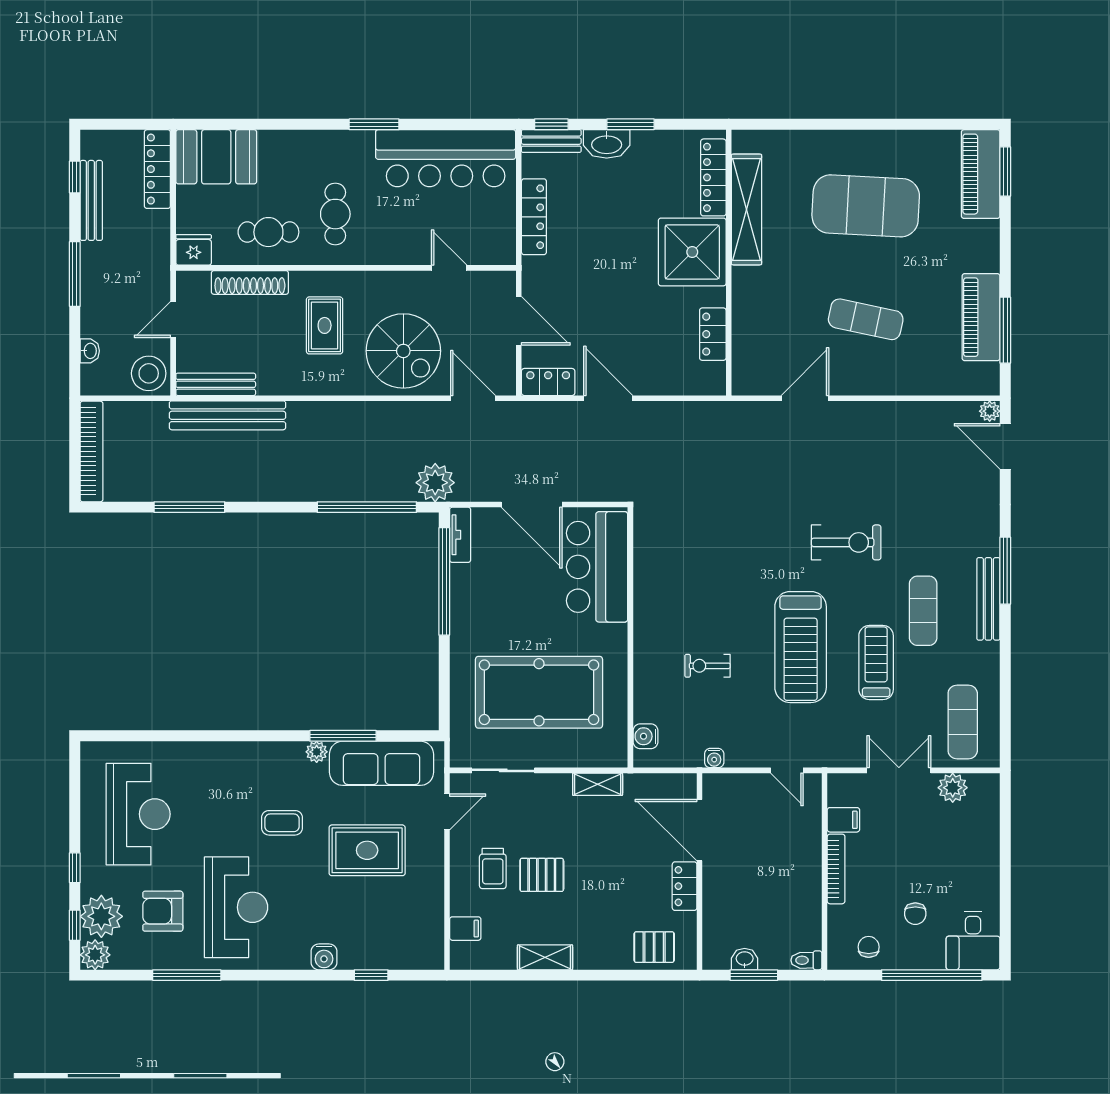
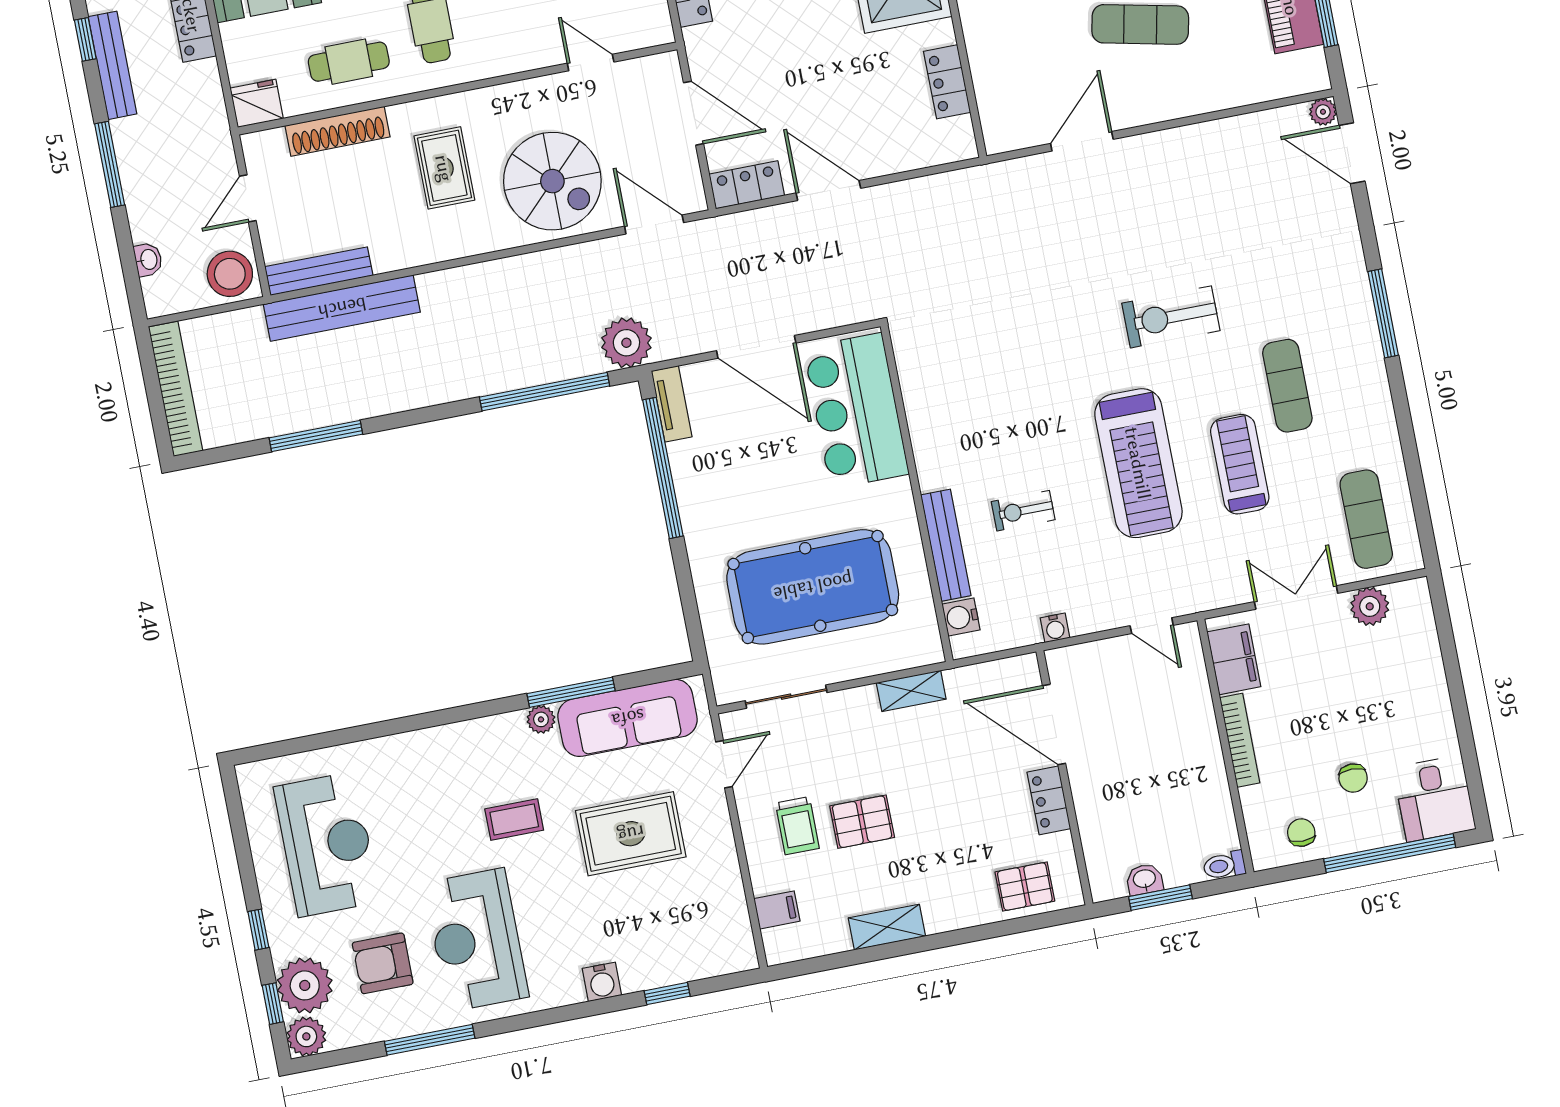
exercise bike: (846, 542) -> (1171, 317), turned 180
bench: (988, 599) -> (946, 545), moved
filing cabinet: (843, 820) -> (1234, 659), width x2.00
reception desk: (236, 907) -> (476, 940), turned 180

